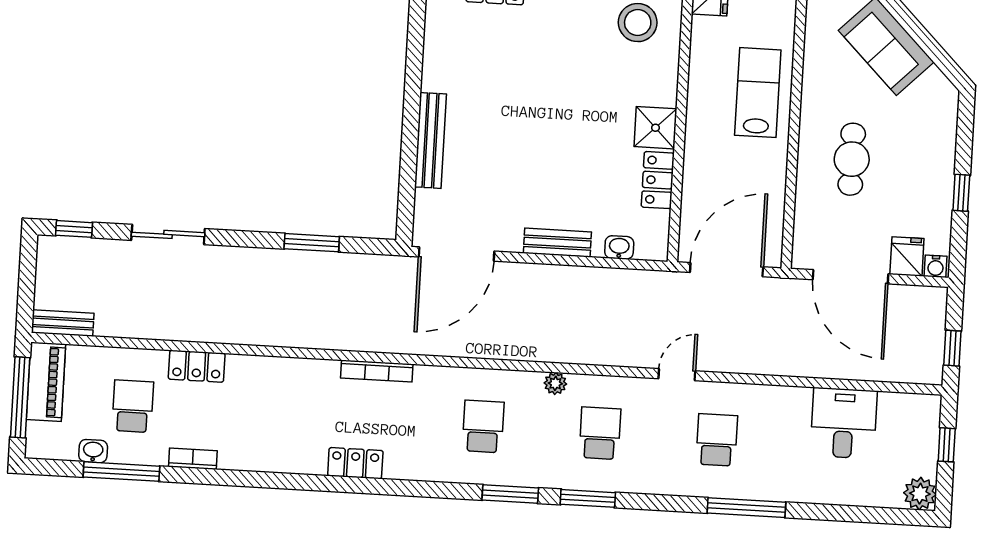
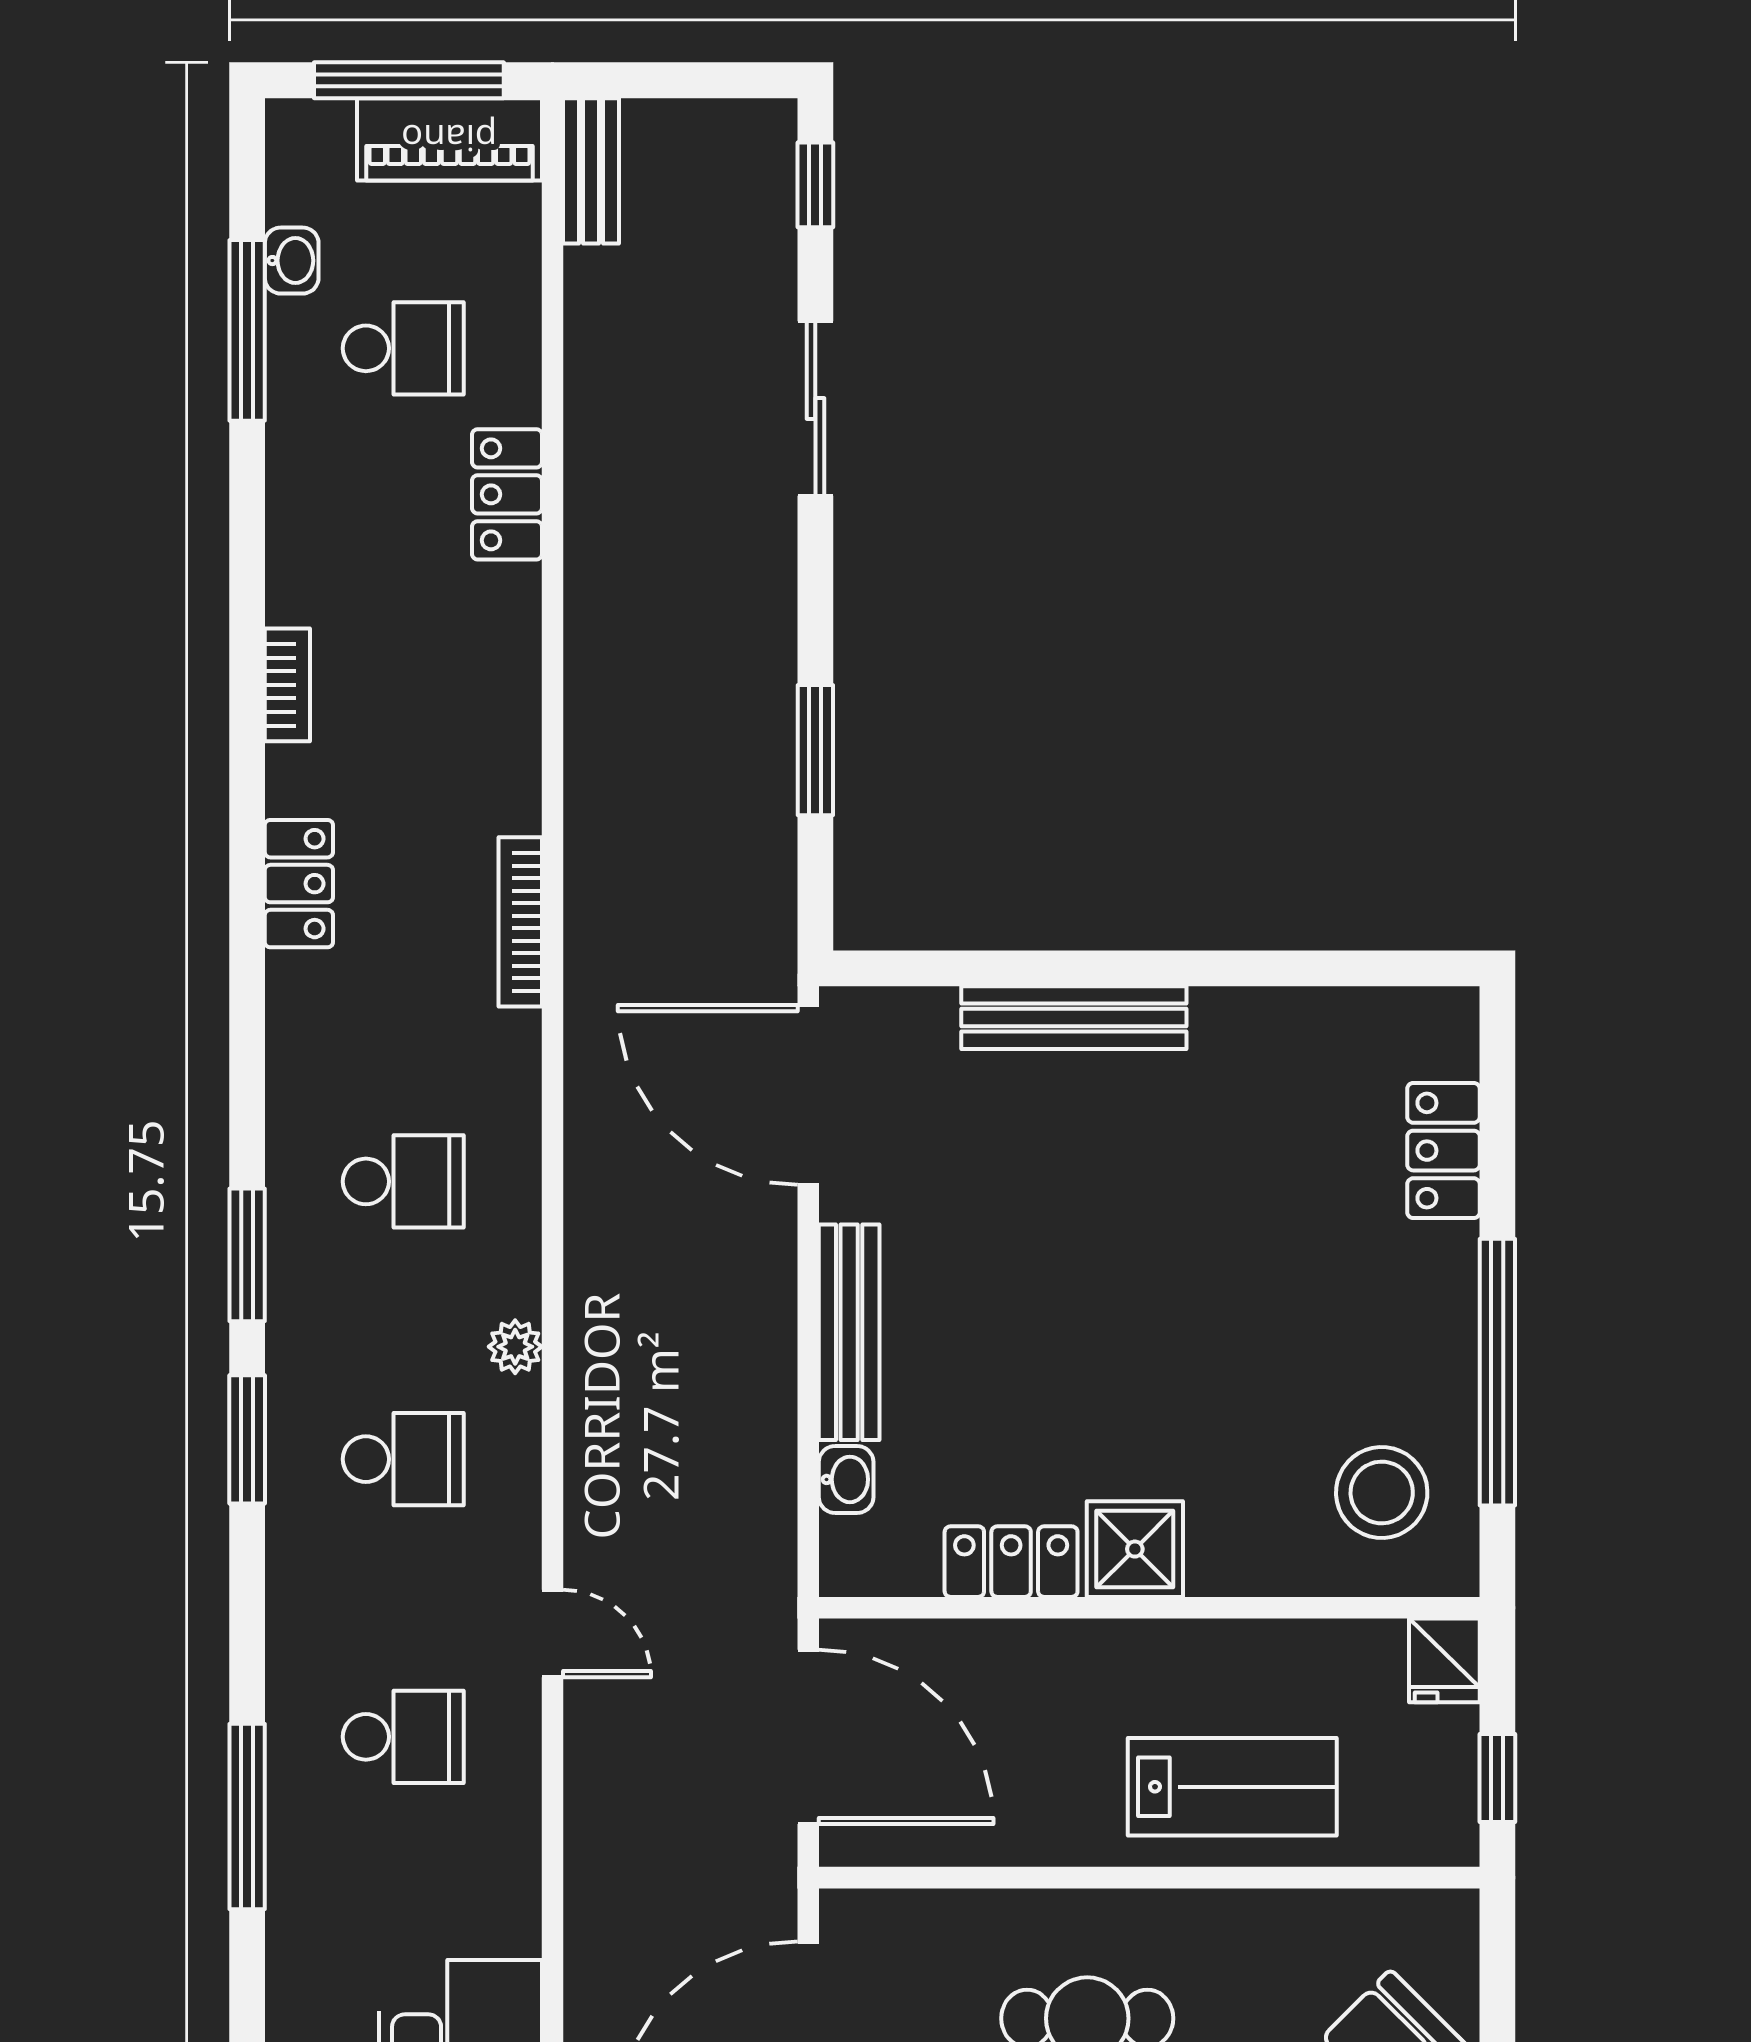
bench: (557, 243) -> (849, 1332), width x1.36
bookcase: (193, 459) -> (287, 685), moved

